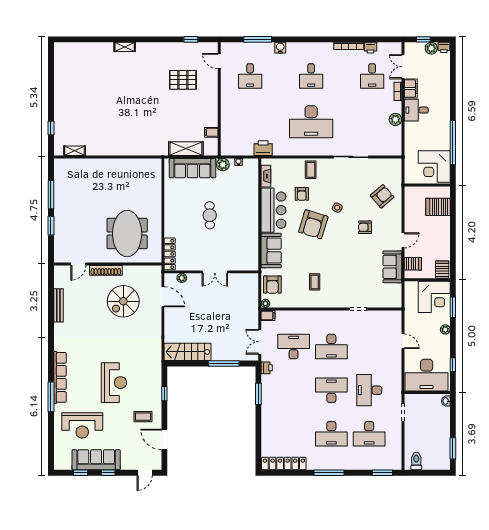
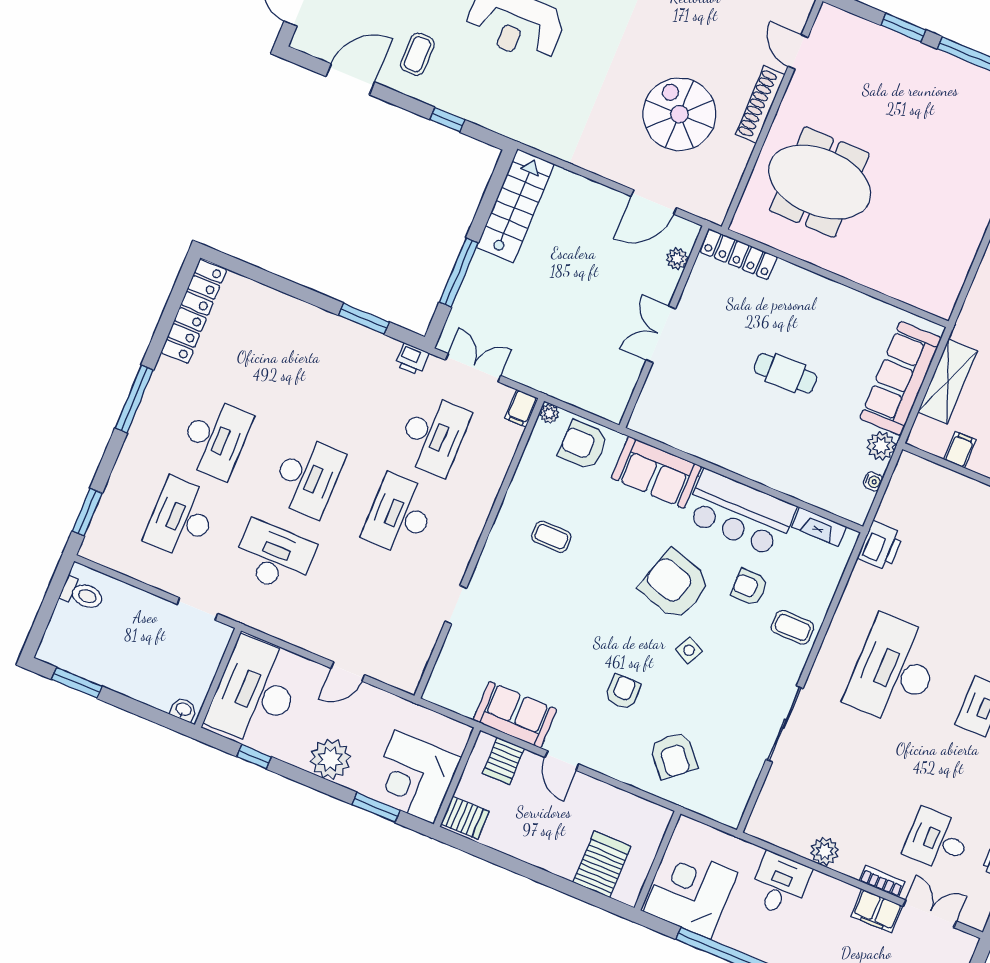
desk: (416, 110) -> (780, 884), moved
plant: (445, 329) -> (330, 759), width x1.88, depth x1.88
desk: (331, 434) -> (215, 438), turned 180

